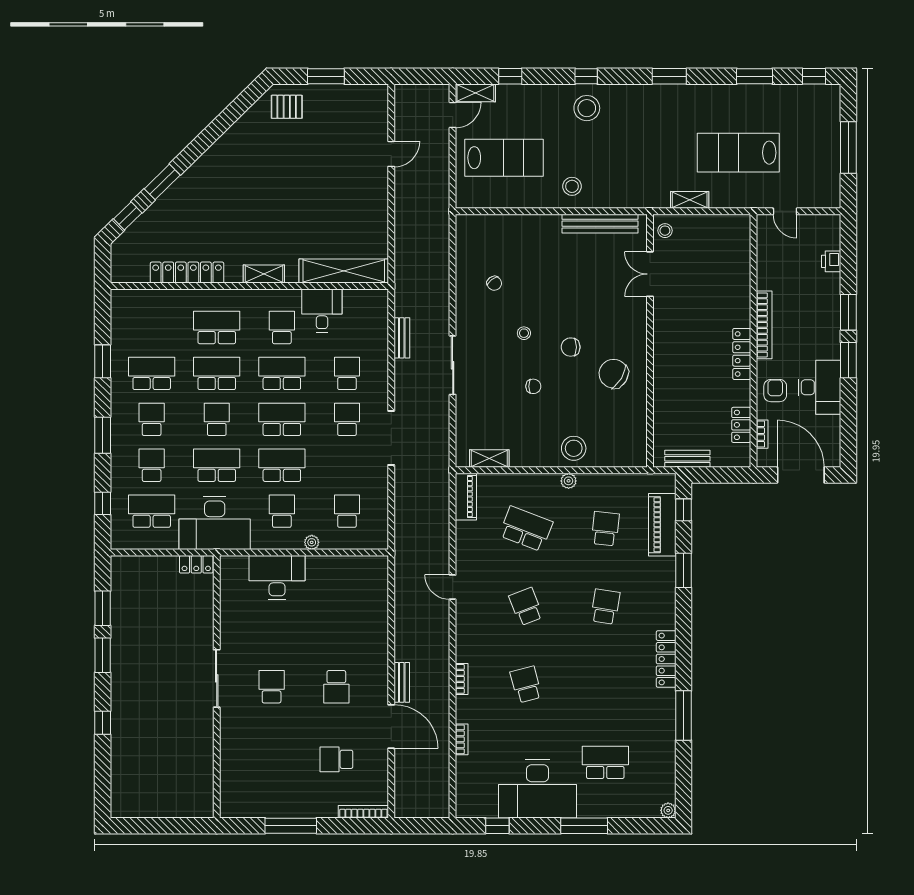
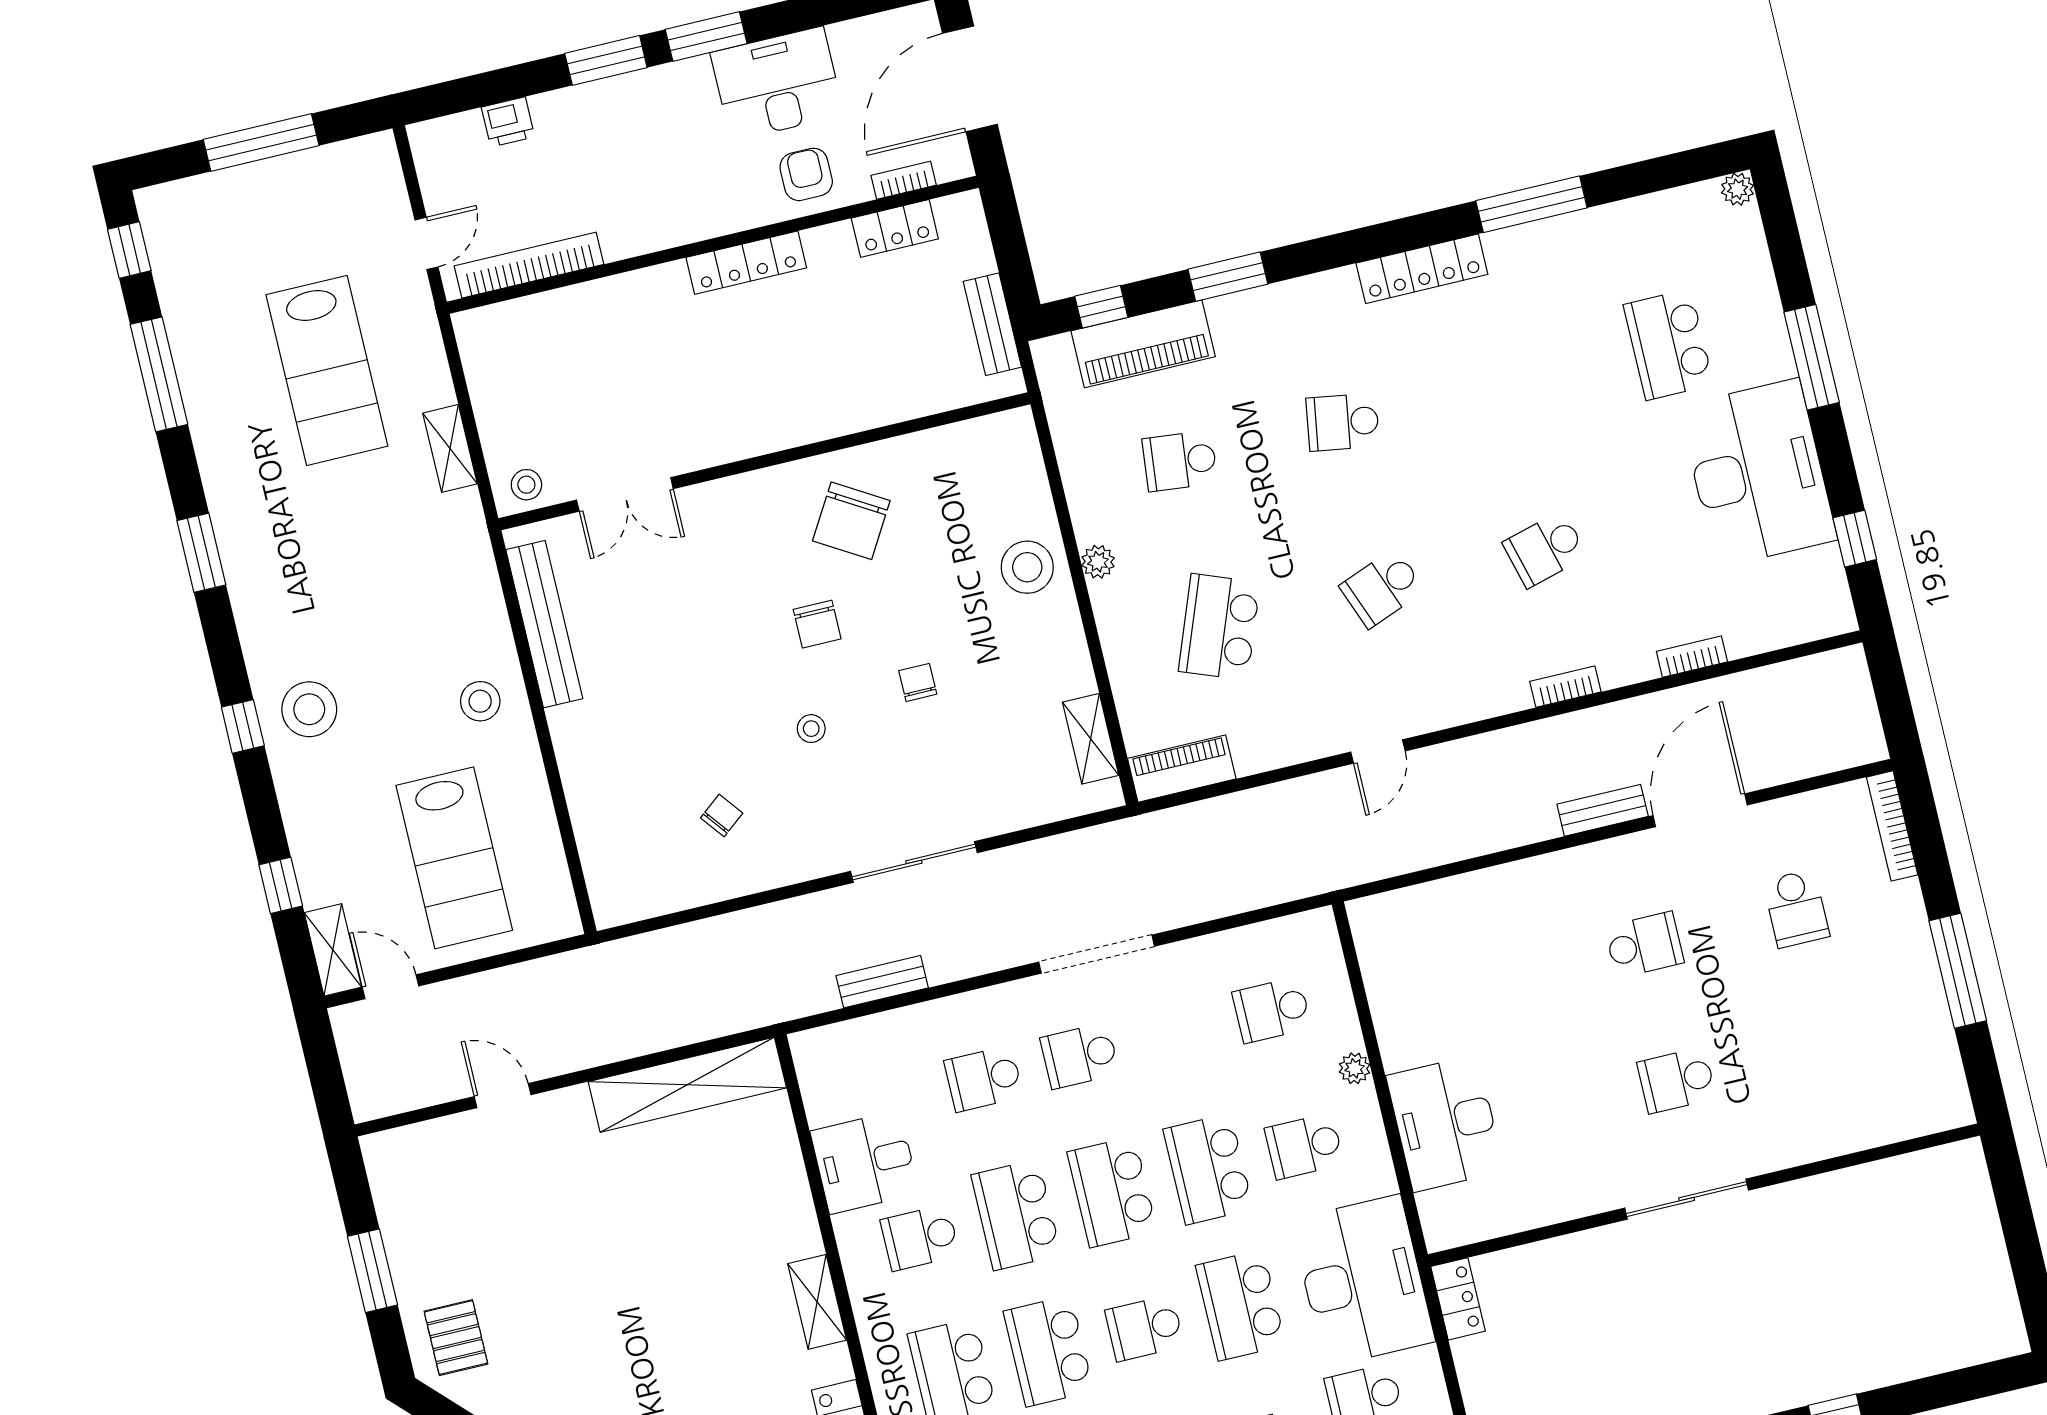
window: (755, 76) -> (159, 374), width x1.44
lab bench: (504, 158) -> (454, 858), turned 180
shelving: (344, 271) -> (687, 1085), moved, turned 90
bookcase: (764, 325) -> (529, 265), moved
armchair: (775, 391) -> (806, 174), turned 90

